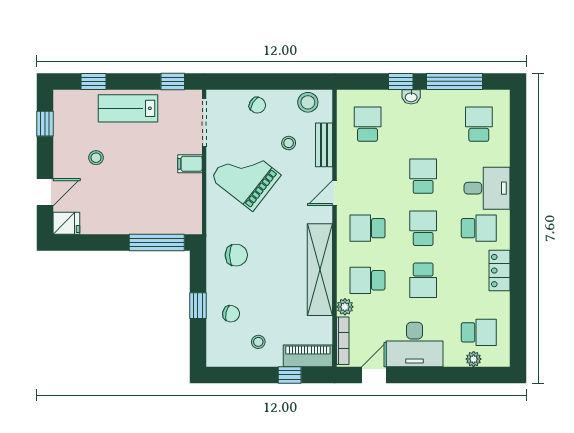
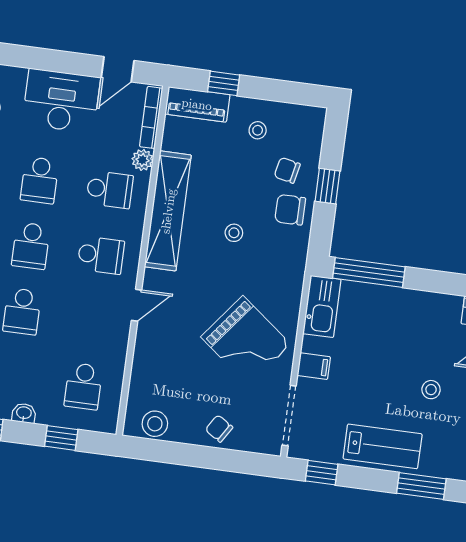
window: (94, 81) -> (421, 486), width x1.50
window: (401, 81) -> (61, 438), moved
stool: (289, 143) -> (234, 233), moved
bench: (324, 145) -> (142, 367), removed
kitchen sink: (190, 211) -> (322, 306), added
chair: (236, 255) -> (290, 210), moved
school desk: (423, 280) -> (40, 180), turned 180

